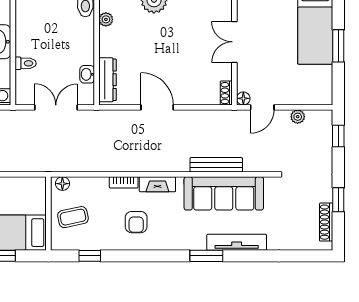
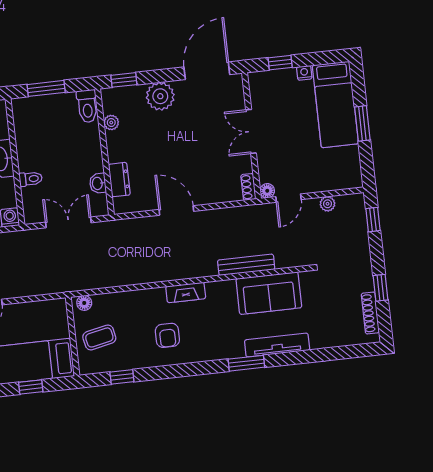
dresser: (108, 80) -> (119, 180), width x0.70
bookcase: (124, 182) -> (149, 294), removed
sofa: (224, 193) -> (269, 293), width x0.73

